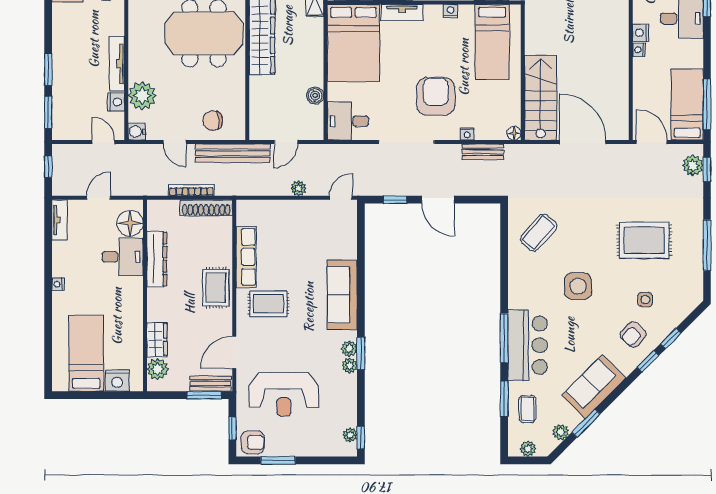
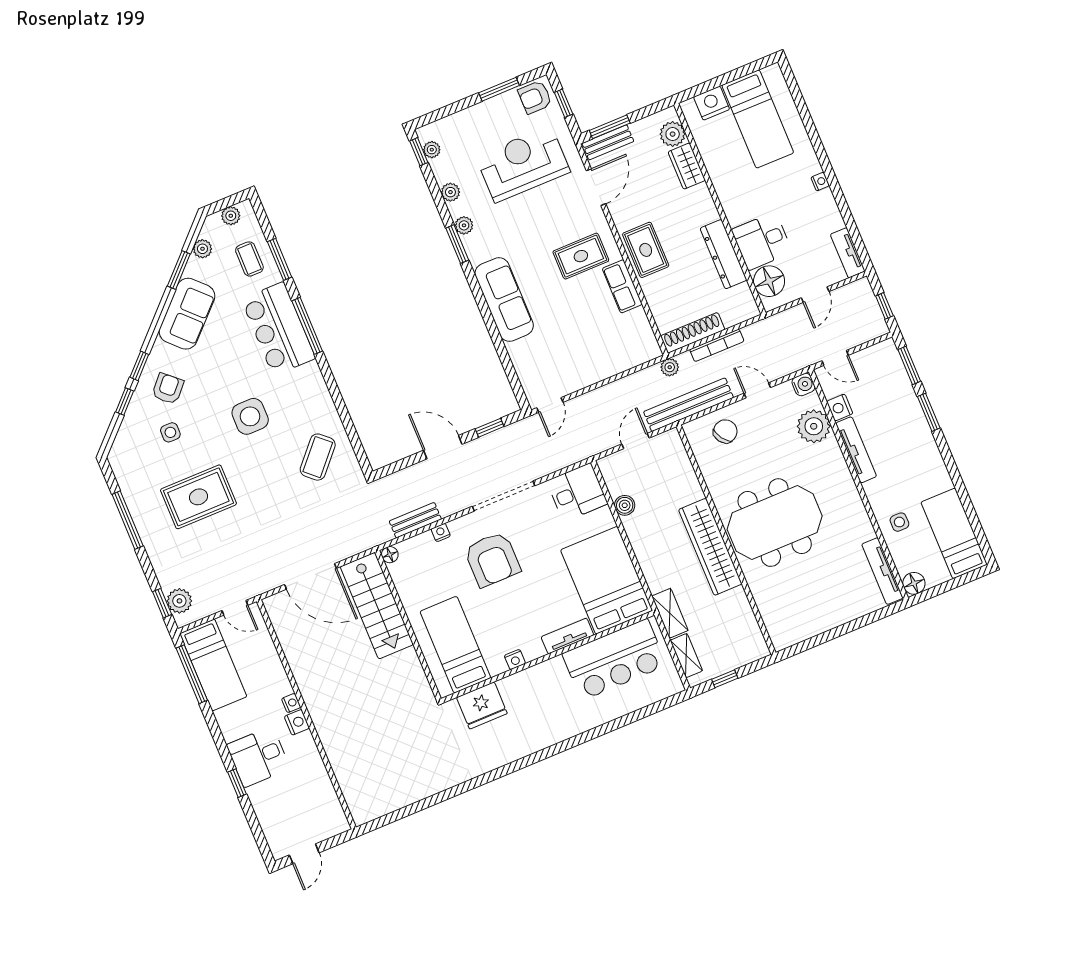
chair: (213, 120) -> (725, 431), turned -34
door: (652, 142) -> (235, 608), width x0.73
plant: (299, 188) -> (670, 367), moved
row of seats: (246, 257) -> (622, 286), width x0.68
plant: (349, 349) -> (450, 192), moved

